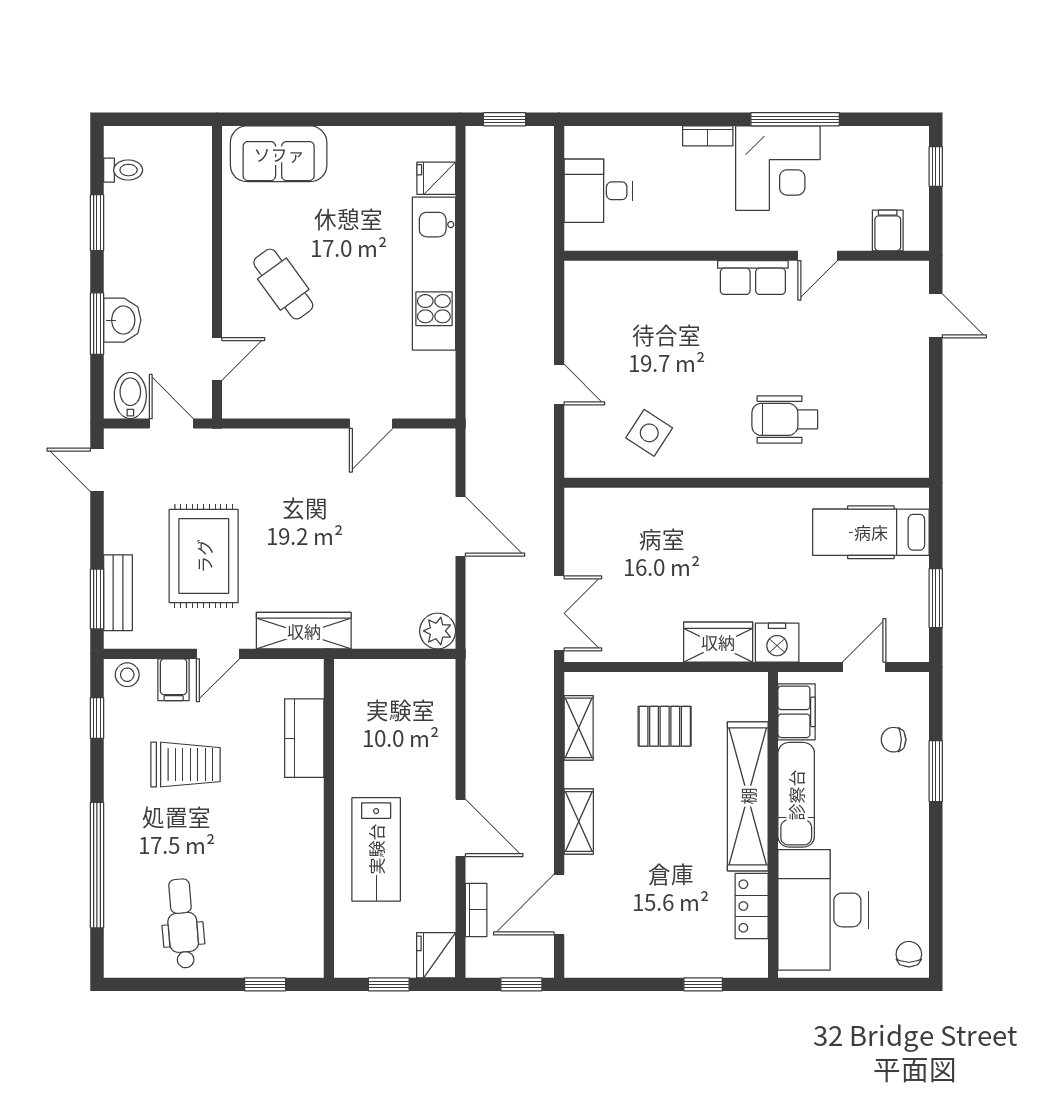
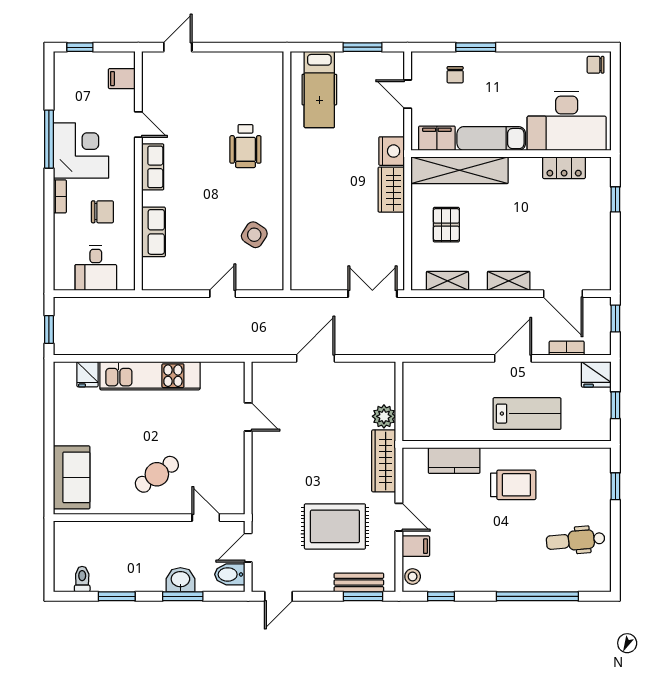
chair: (684, 201) -> (102, 212), added
row of seats: (654, 279) -> (153, 232), added
plant: (438, 631) -> (384, 416), moved
trolley: (186, 765) -> (513, 485), moved, turned 90
shelving: (748, 796) -> (459, 170), moved

